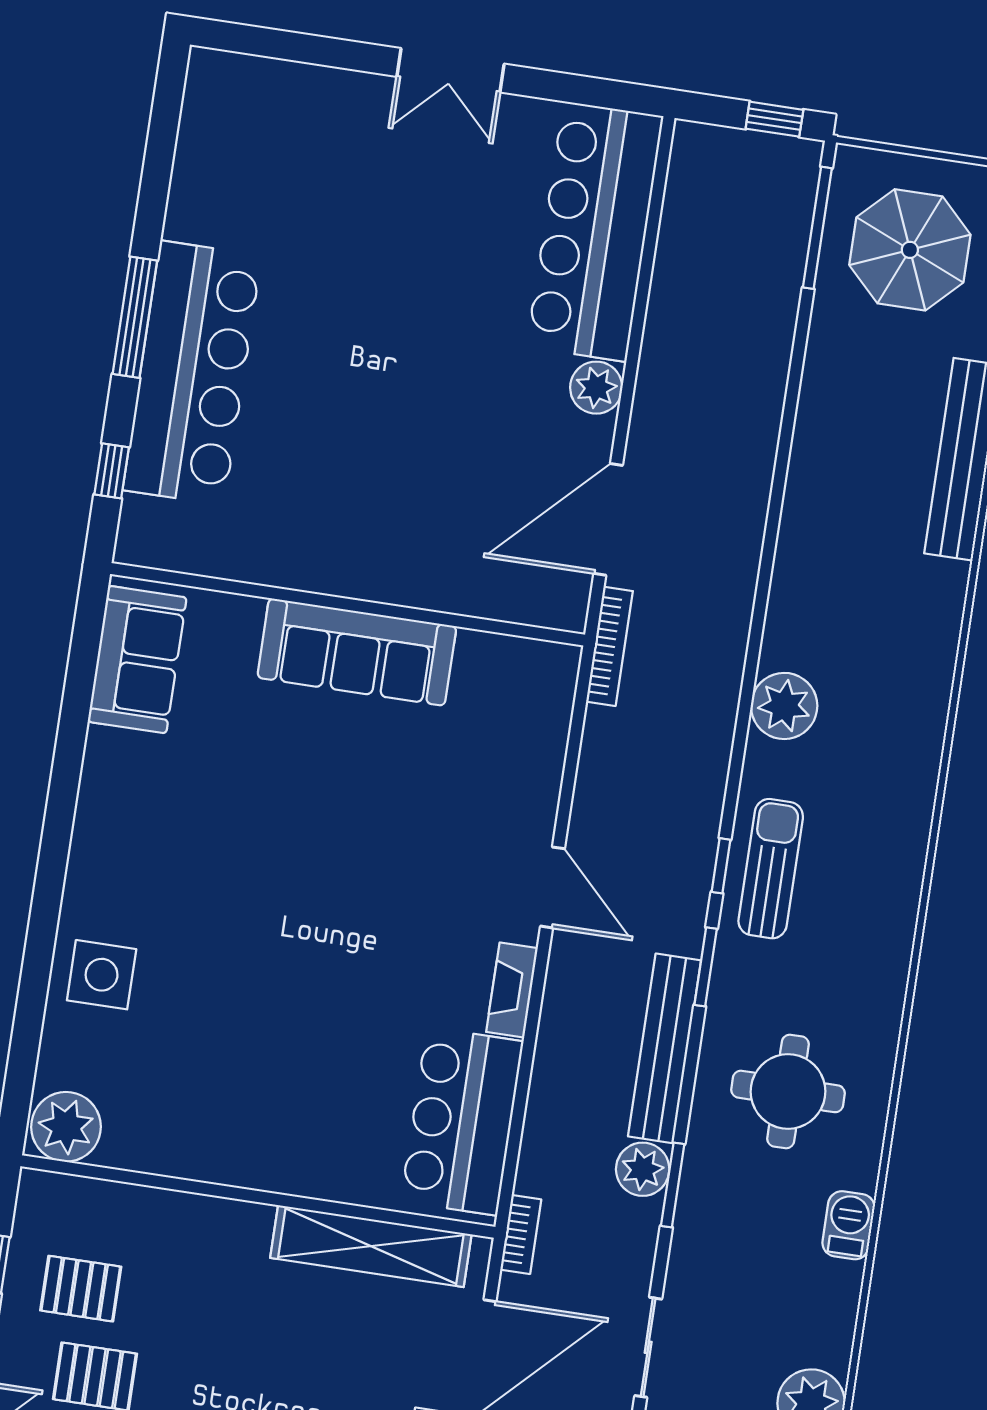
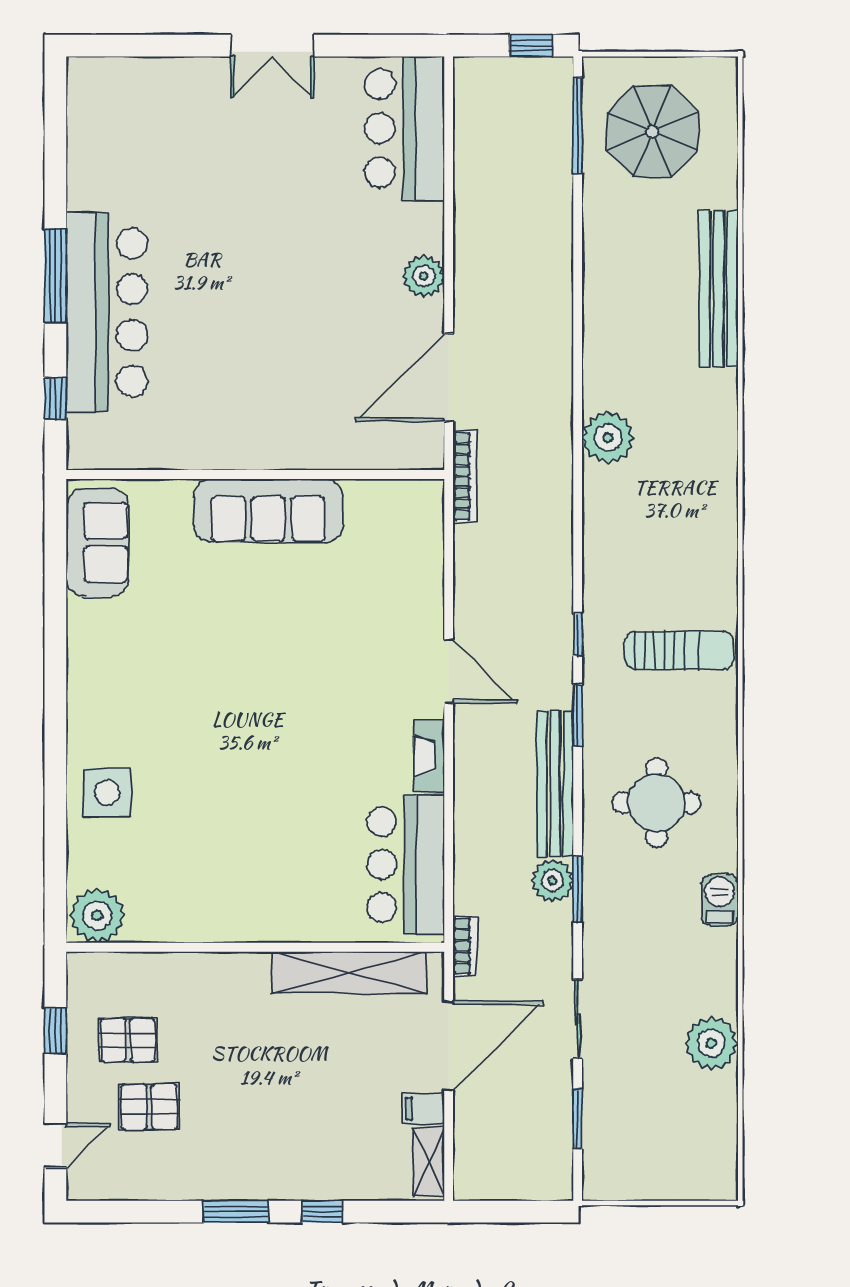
bar counter: (595, 232) -> (404, 128), width x0.73
plant: (784, 706) -> (608, 438), moved
sun lounger: (771, 869) -> (679, 650), moved, turned 90

